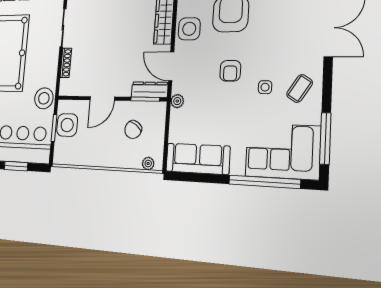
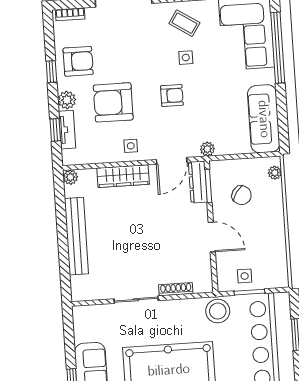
side table: (189, 29) -> (131, 146), width x0.54, depth x0.54
side table: (67, 125) -> (245, 276), width x0.54, depth x0.54

